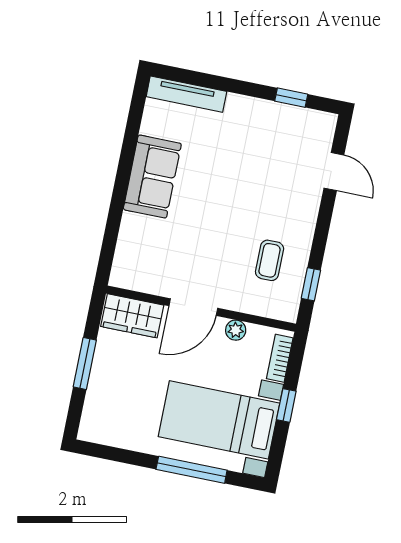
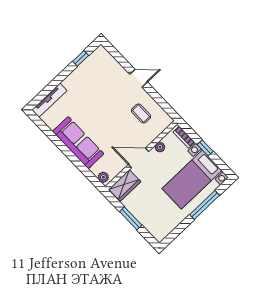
door: (334, 172) -> (139, 78), moved
sofa: (152, 177) -> (78, 143), width x1.36
plant: (121, 271) -> (103, 177), added
window: (311, 284) -> (163, 103), removed
door: (193, 307) -> (138, 158), swing flipped

